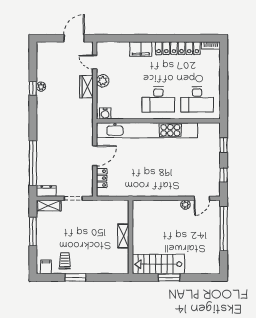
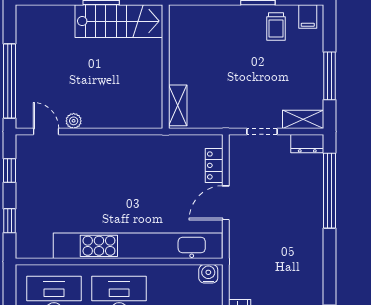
door: (202, 198) -> (46, 132), hinge flipped
shelving: (123, 236) -> (178, 105), moved

